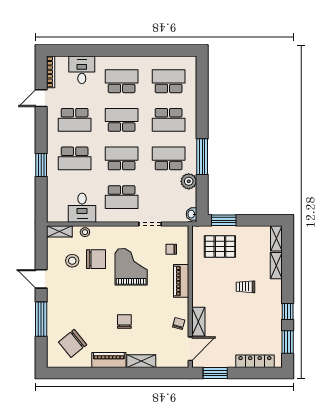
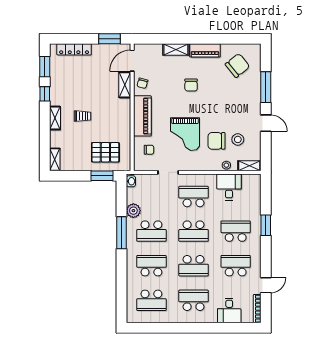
school desk: (122, 81) -> (194, 300), turned 180
shelving: (276, 266) -> (55, 118), moved
piano: (181, 281) -> (142, 116), width x1.37, depth x1.33

